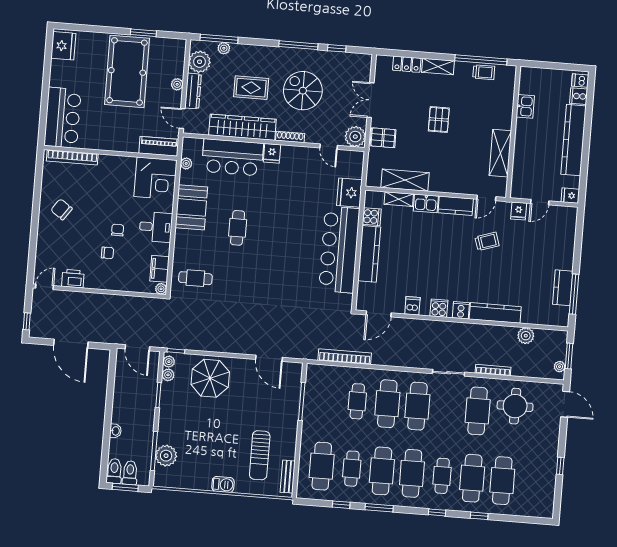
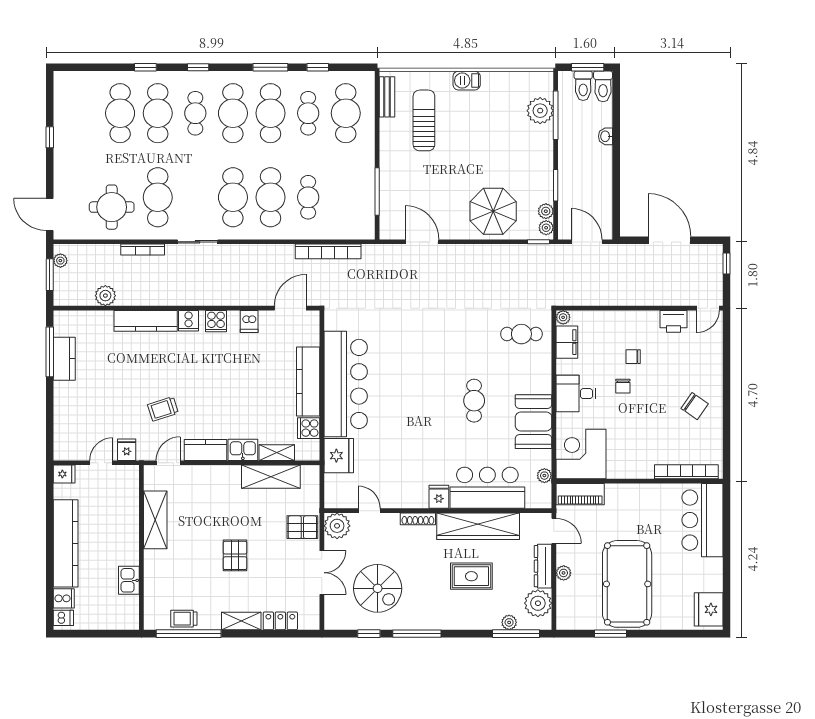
spiral stairs: (303, 91) -> (378, 588), moved

